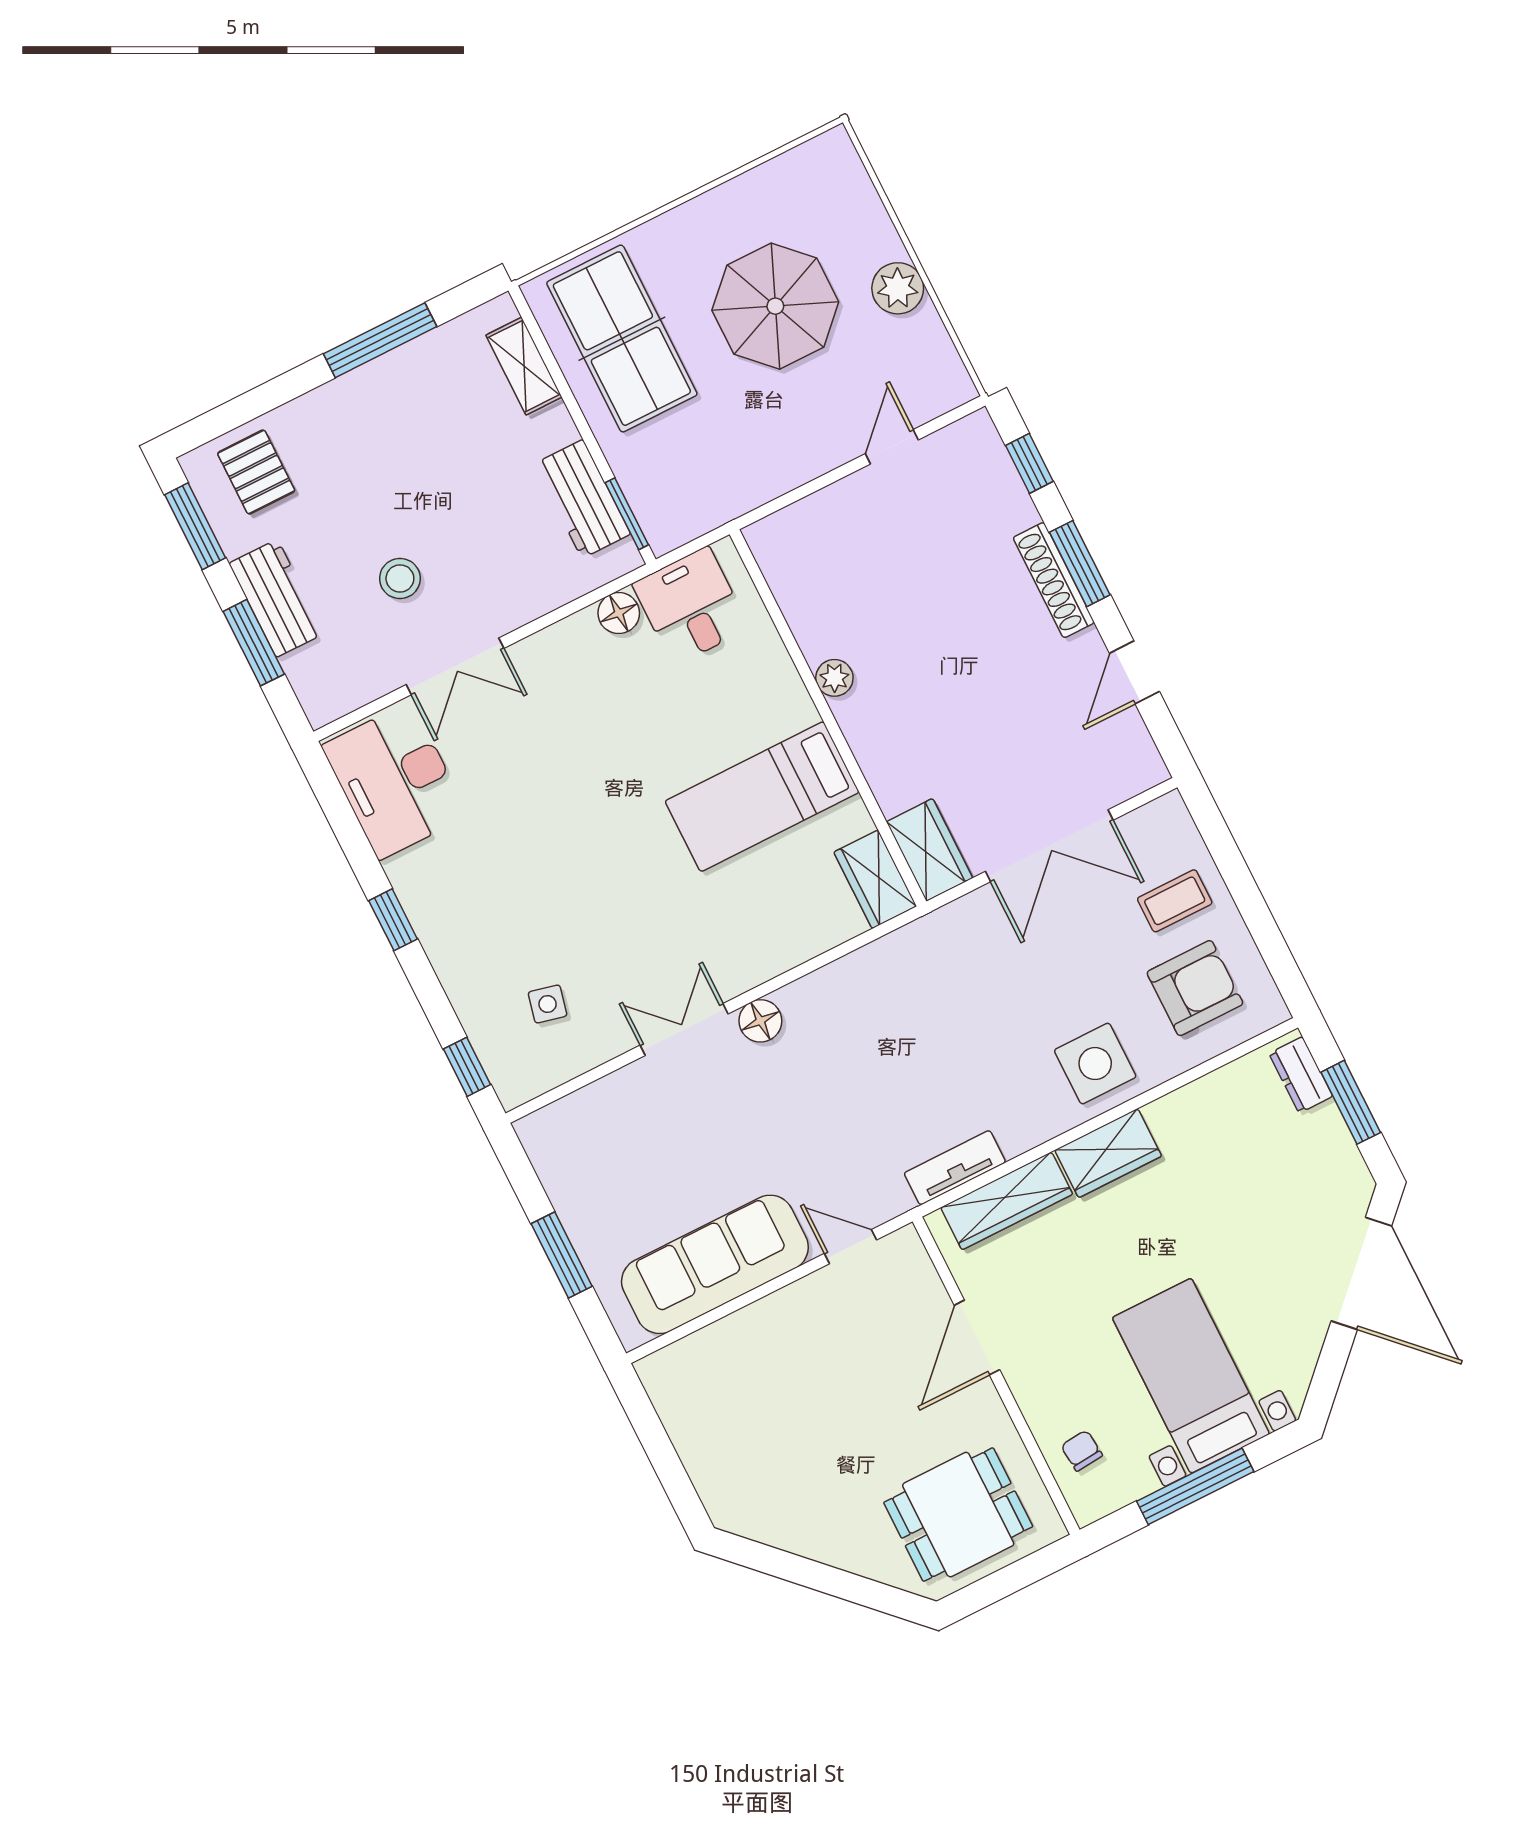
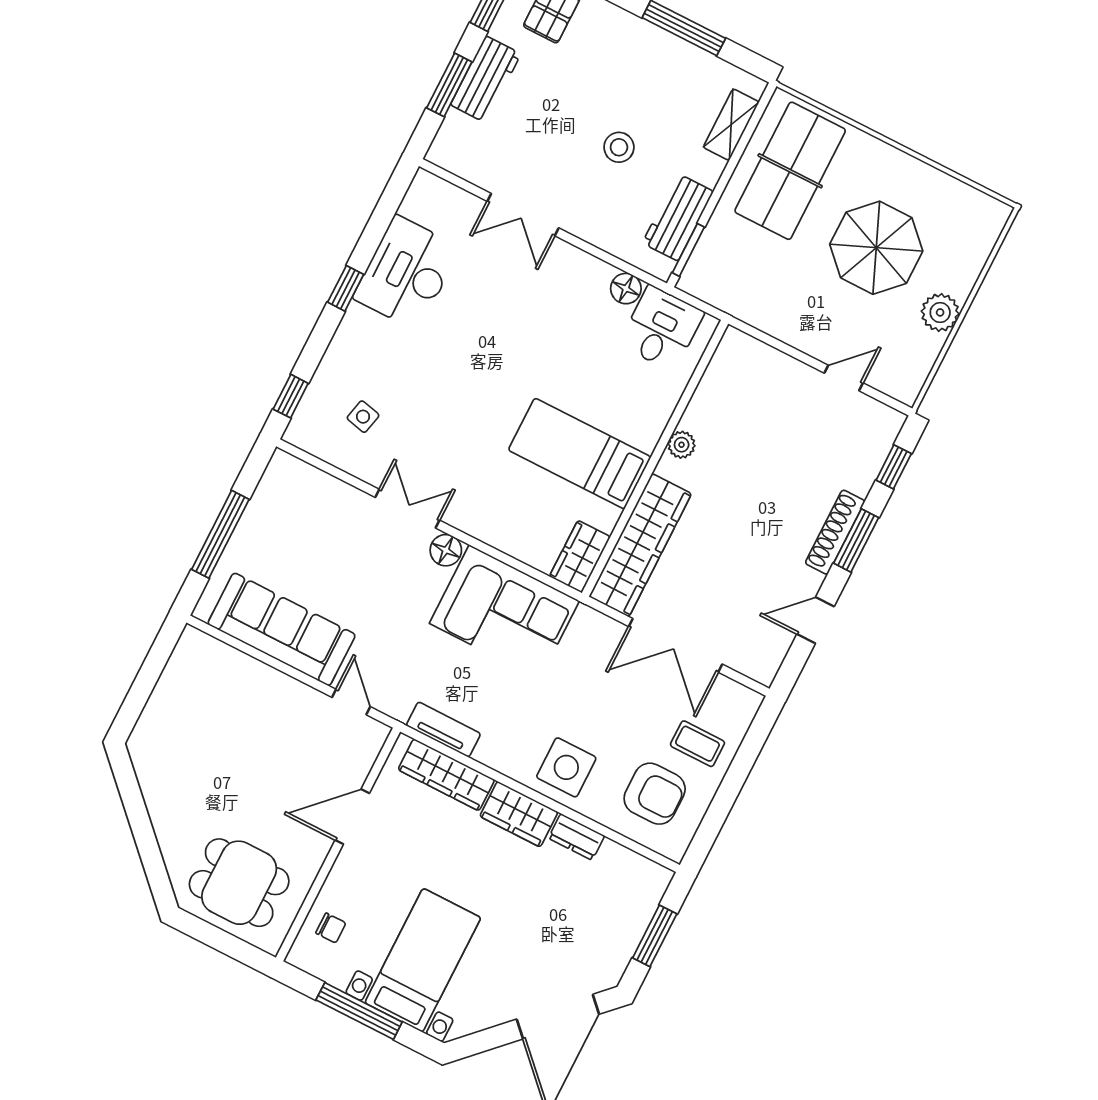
stool: (400, 578) -> (619, 147), moved
desk: (395, 781) -> (407, 273), moved
wardrobe: (929, 850) -> (640, 545), width x2.10, depth x1.17
corner sofa: (875, 1007) -> (504, 612), added
dresser: (1301, 1075) -> (576, 837), moved, turned -90
window: (562, 1255) -> (220, 534), width x1.44
chair: (1082, 1451) -> (331, 928), turned 95

